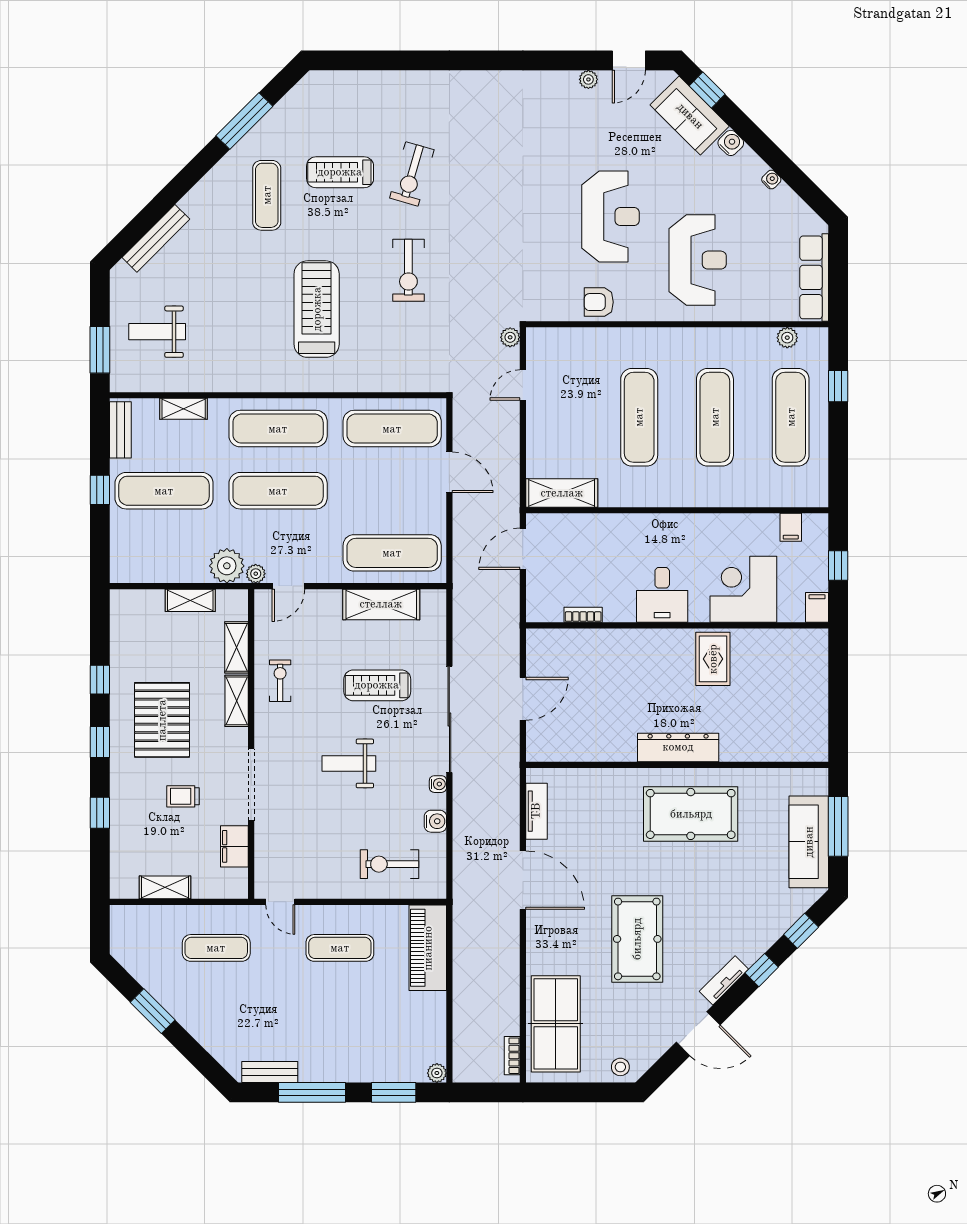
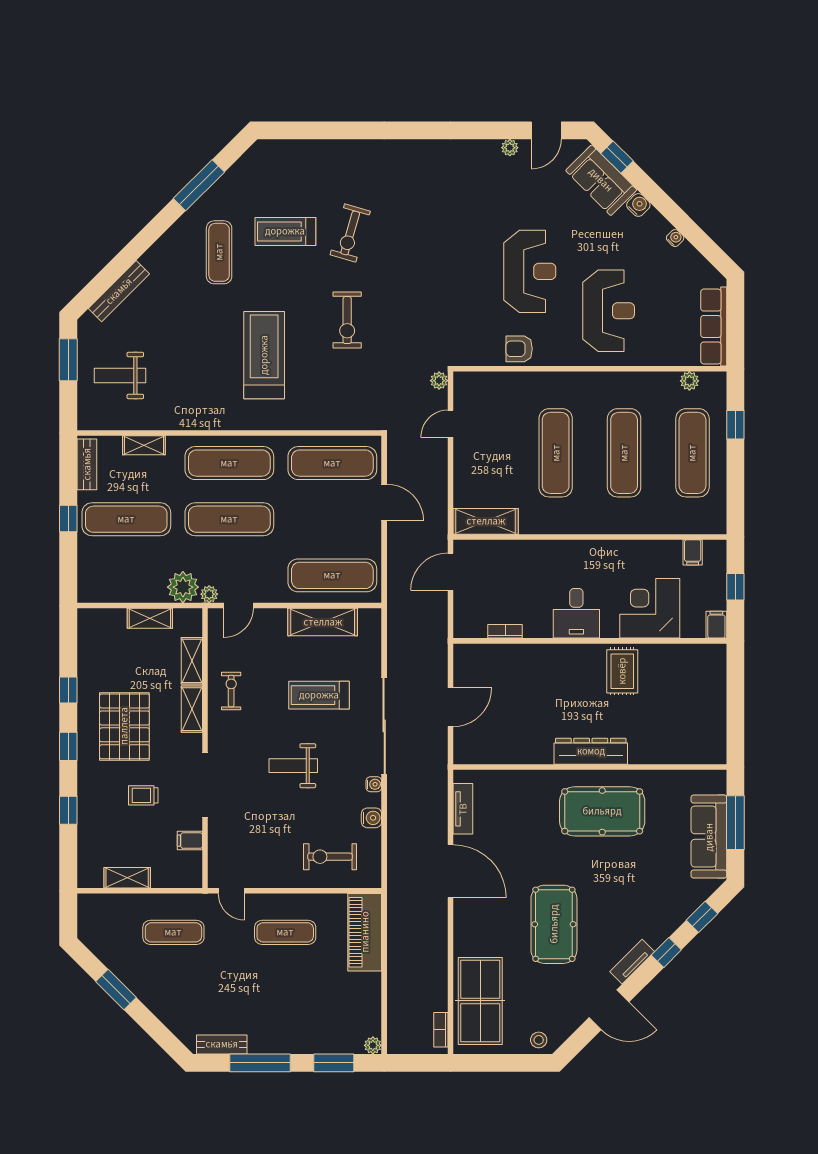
window: (100, 350) -> (68, 360), moved
filing cabinet: (234, 846) -> (190, 841), width x0.50

